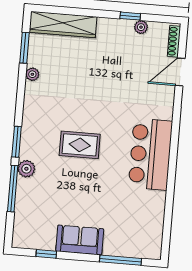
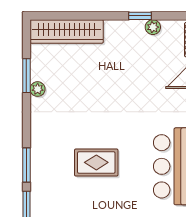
window: (25, 48) -> (26, 76), moved
plant: (26, 169) -> (40, 194), removed

